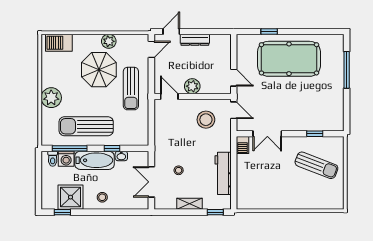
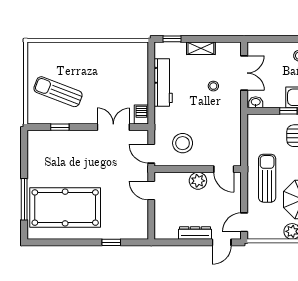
pool table: (289, 59) -> (65, 208), moved
washbasin: (121, 156) -> (256, 102), moved

